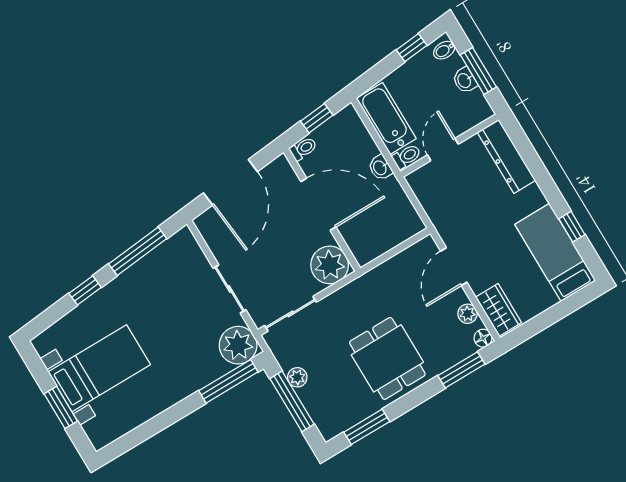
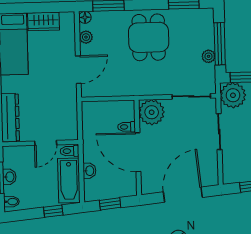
window: (412, 48) -> (53, 211), moved
toilet: (303, 149) -> (127, 127), moved
washbasin: (380, 168) -> (89, 171), moved
wardrobe: (499, 310) -> (43, 21), moved, turned -90

